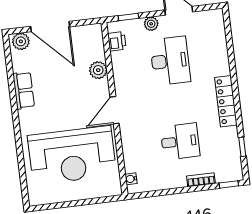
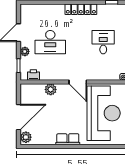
desk: (170, 61) -> (50, 42), turned 180
row of seats: (24, 90) -> (68, 139), moved

